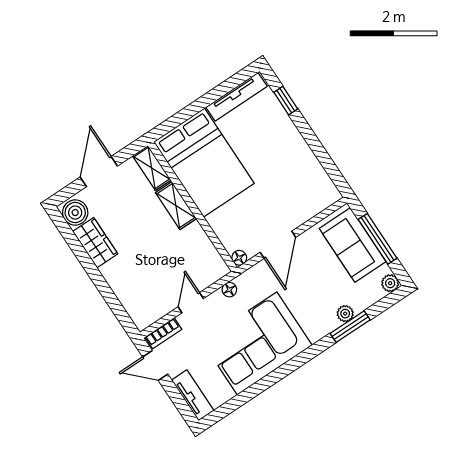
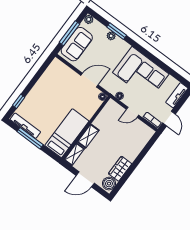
window: (211, 97) -> (30, 138), added
bed: (204, 163) -> (67, 133), width x0.67

